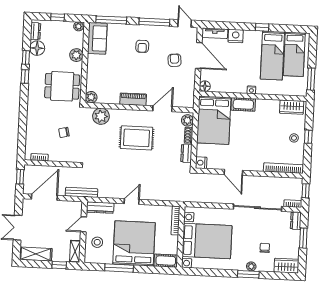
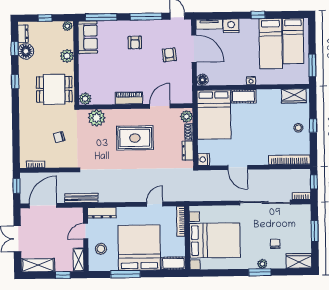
window: (26, 57) -> (15, 48), moved
door: (132, 202) -> (155, 204), moved
dresser: (296, 221) -> (306, 214), removed

